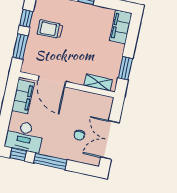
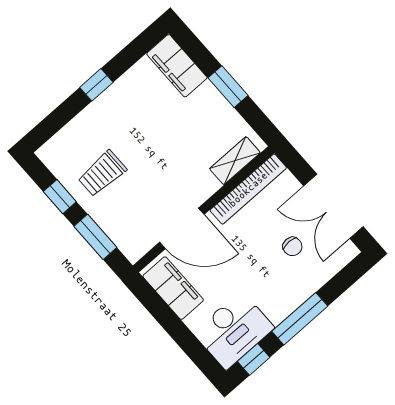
window: (125, 68) -> (228, 87), moved
bookcase: (90, 98) -> (248, 189), added

